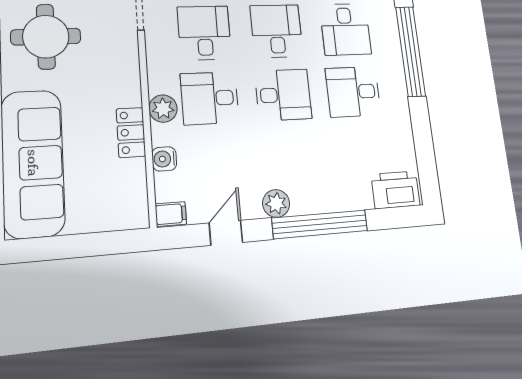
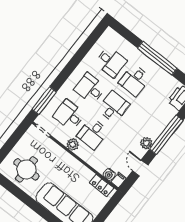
window: (410, 51) -> (157, 58), moved
plant: (163, 109) -> (73, 144), moved
locker: (131, 132) -> (101, 185), moved
water cooler: (164, 159) -> (109, 174), moved

